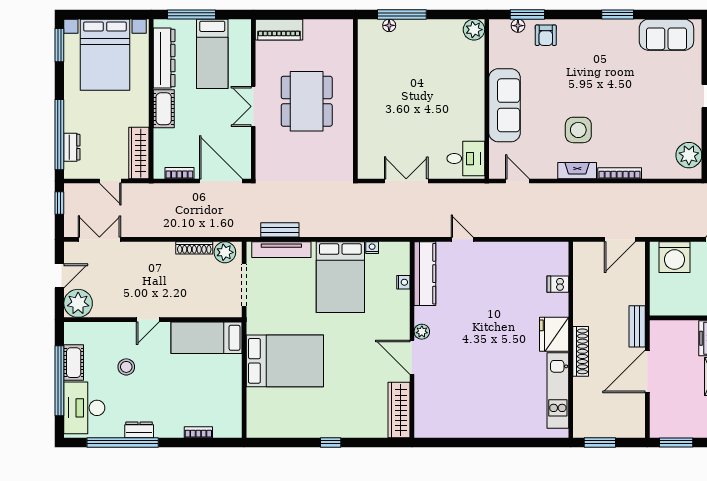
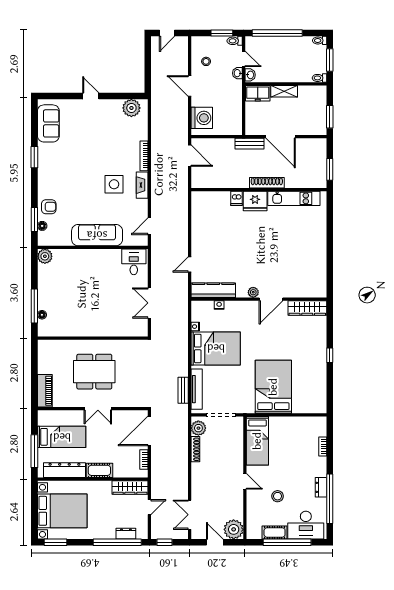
dishwasher: (558, 284) -> (237, 198), moved

